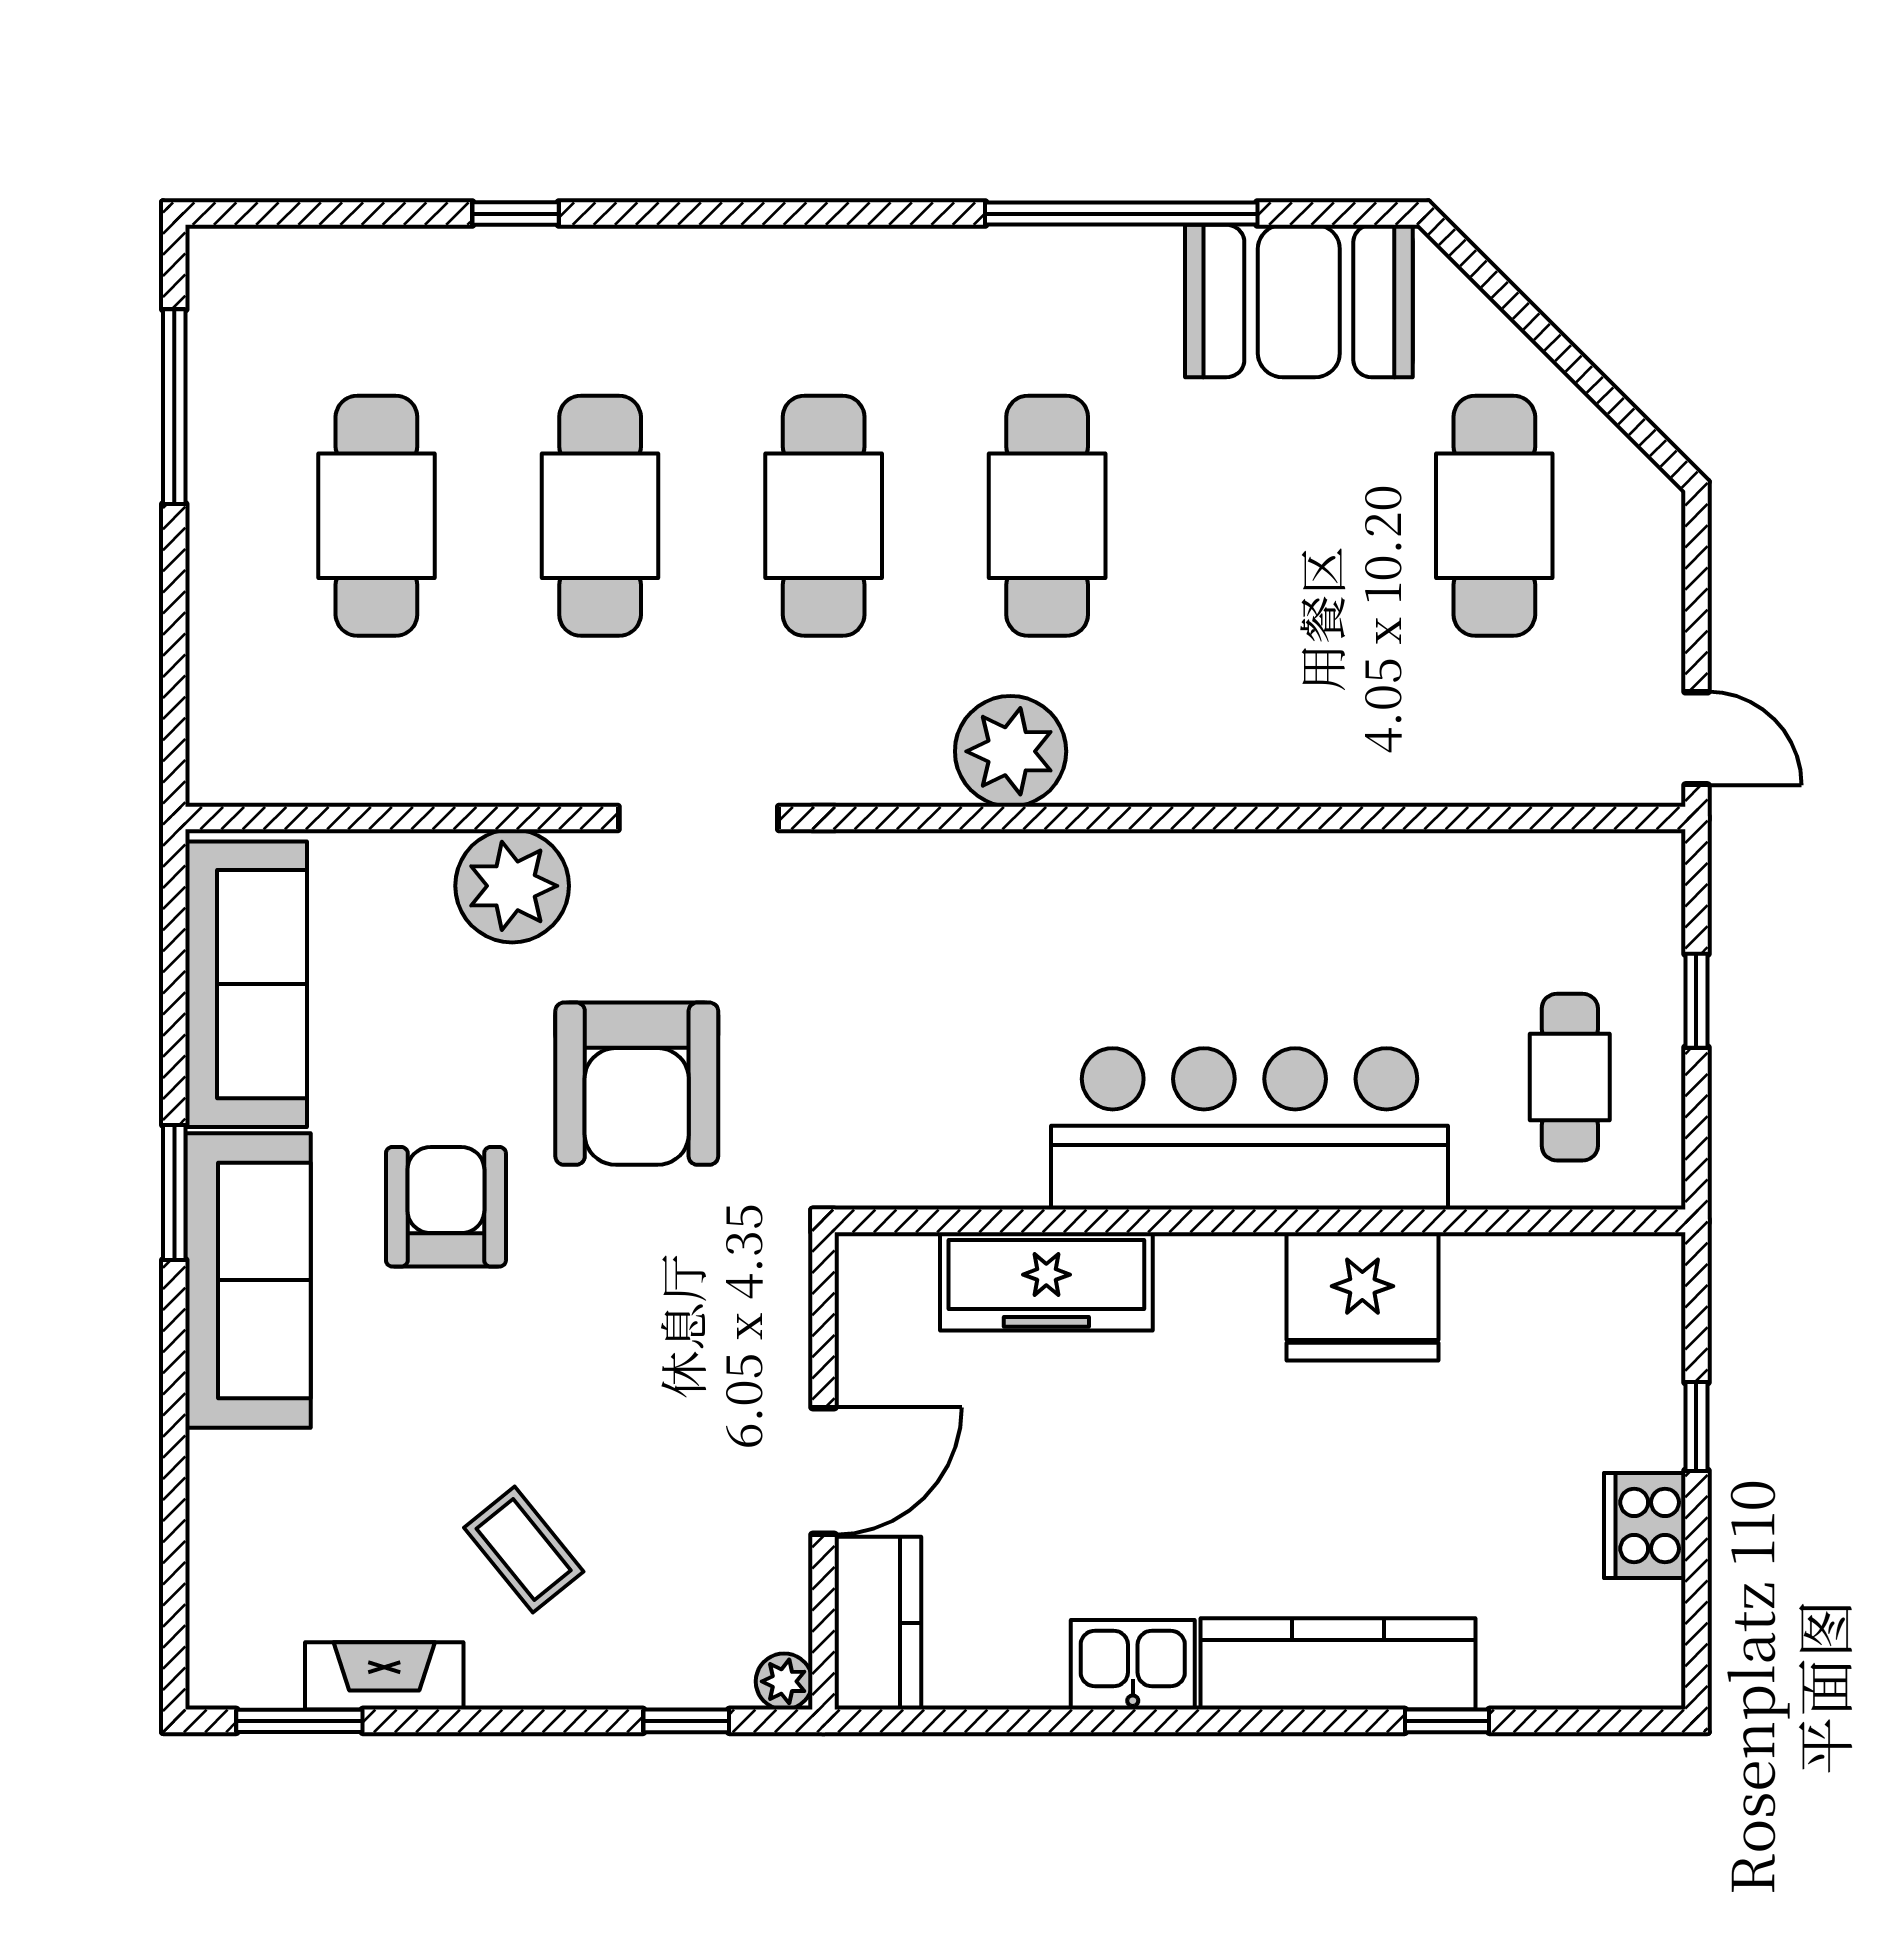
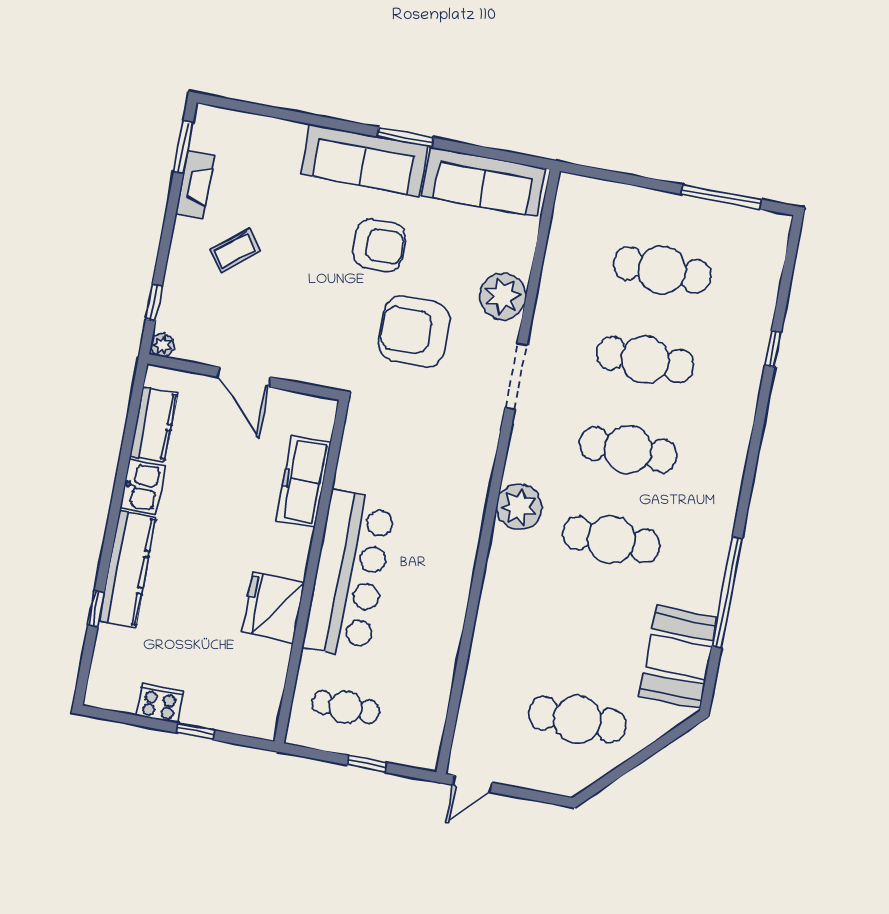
kitchen counter: (878, 1623) -> (154, 424), moved, turned -90

